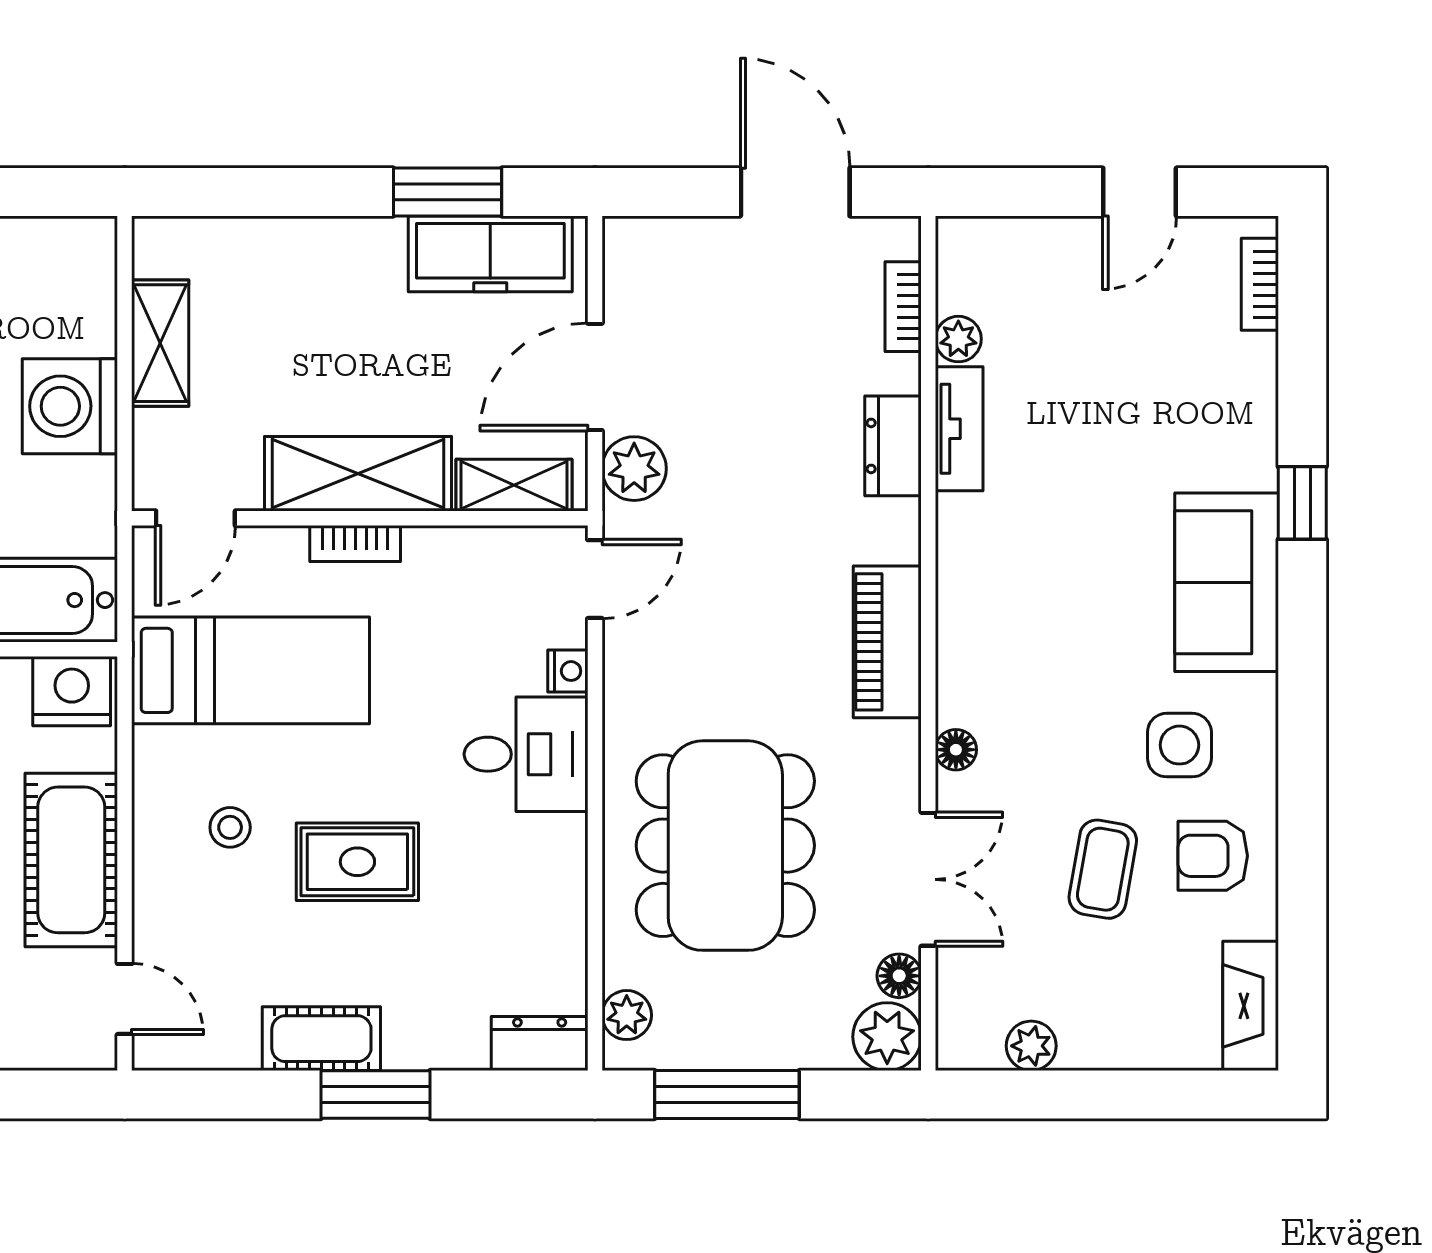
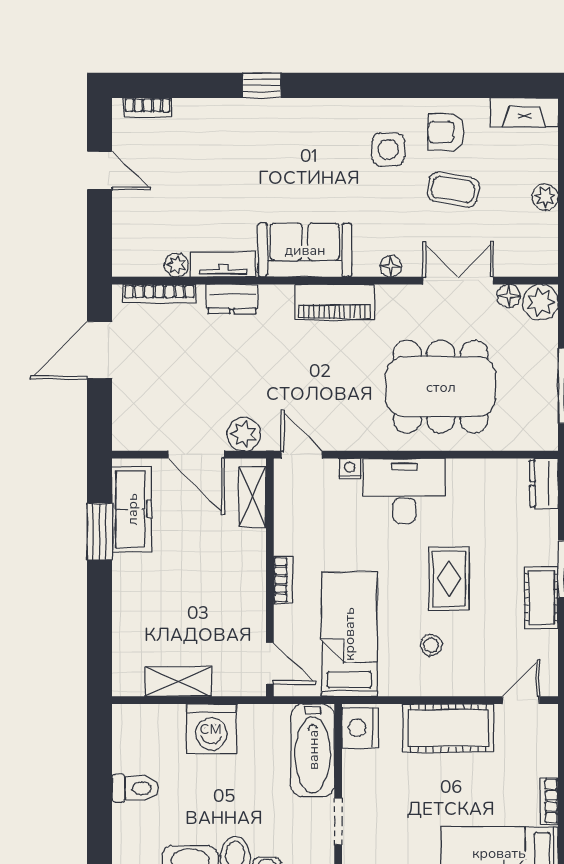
bookcase: (903, 307) -> (159, 294), width x1.56
shelving: (358, 474) -> (247, 578), removed
sofa: (1227, 582) -> (305, 250), moved, turned 180
desk: (526, 754) -> (404, 491), width x1.37
armchair: (1213, 856) -> (446, 132), turned 90
plant: (627, 1015) -> (529, 438), removed
plant: (1031, 1046) -> (545, 197), moved

